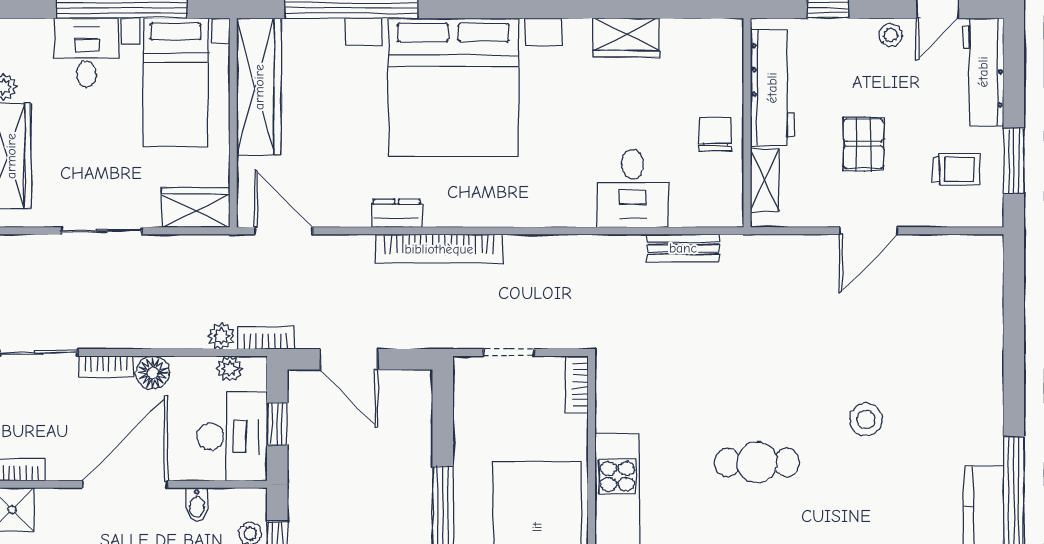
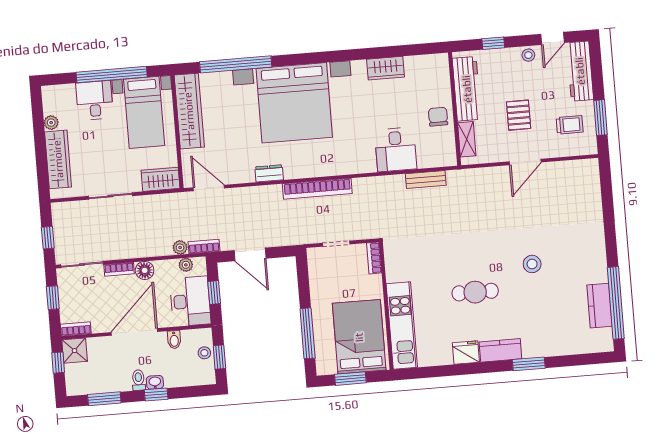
bookcase: (439, 249) -> (317, 189), moved

